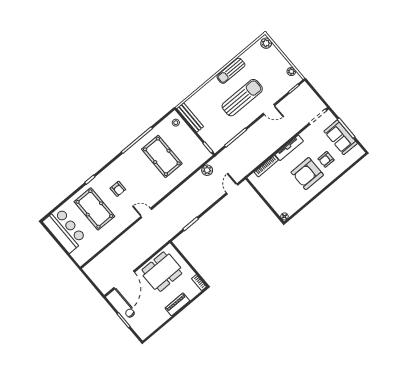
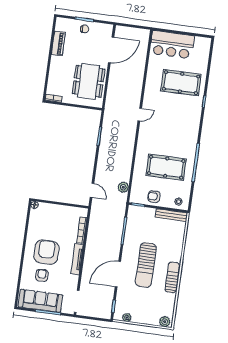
door: (269, 109) -> (118, 274), width x1.87
sofa: (341, 137) -> (40, 301), width x1.36
armchair: (118, 189) -> (154, 197), moved
bar counter: (65, 230) -> (172, 45), moved
door: (124, 280) -> (111, 50), swing flipped
piano: (177, 304) -> (58, 44), moved

